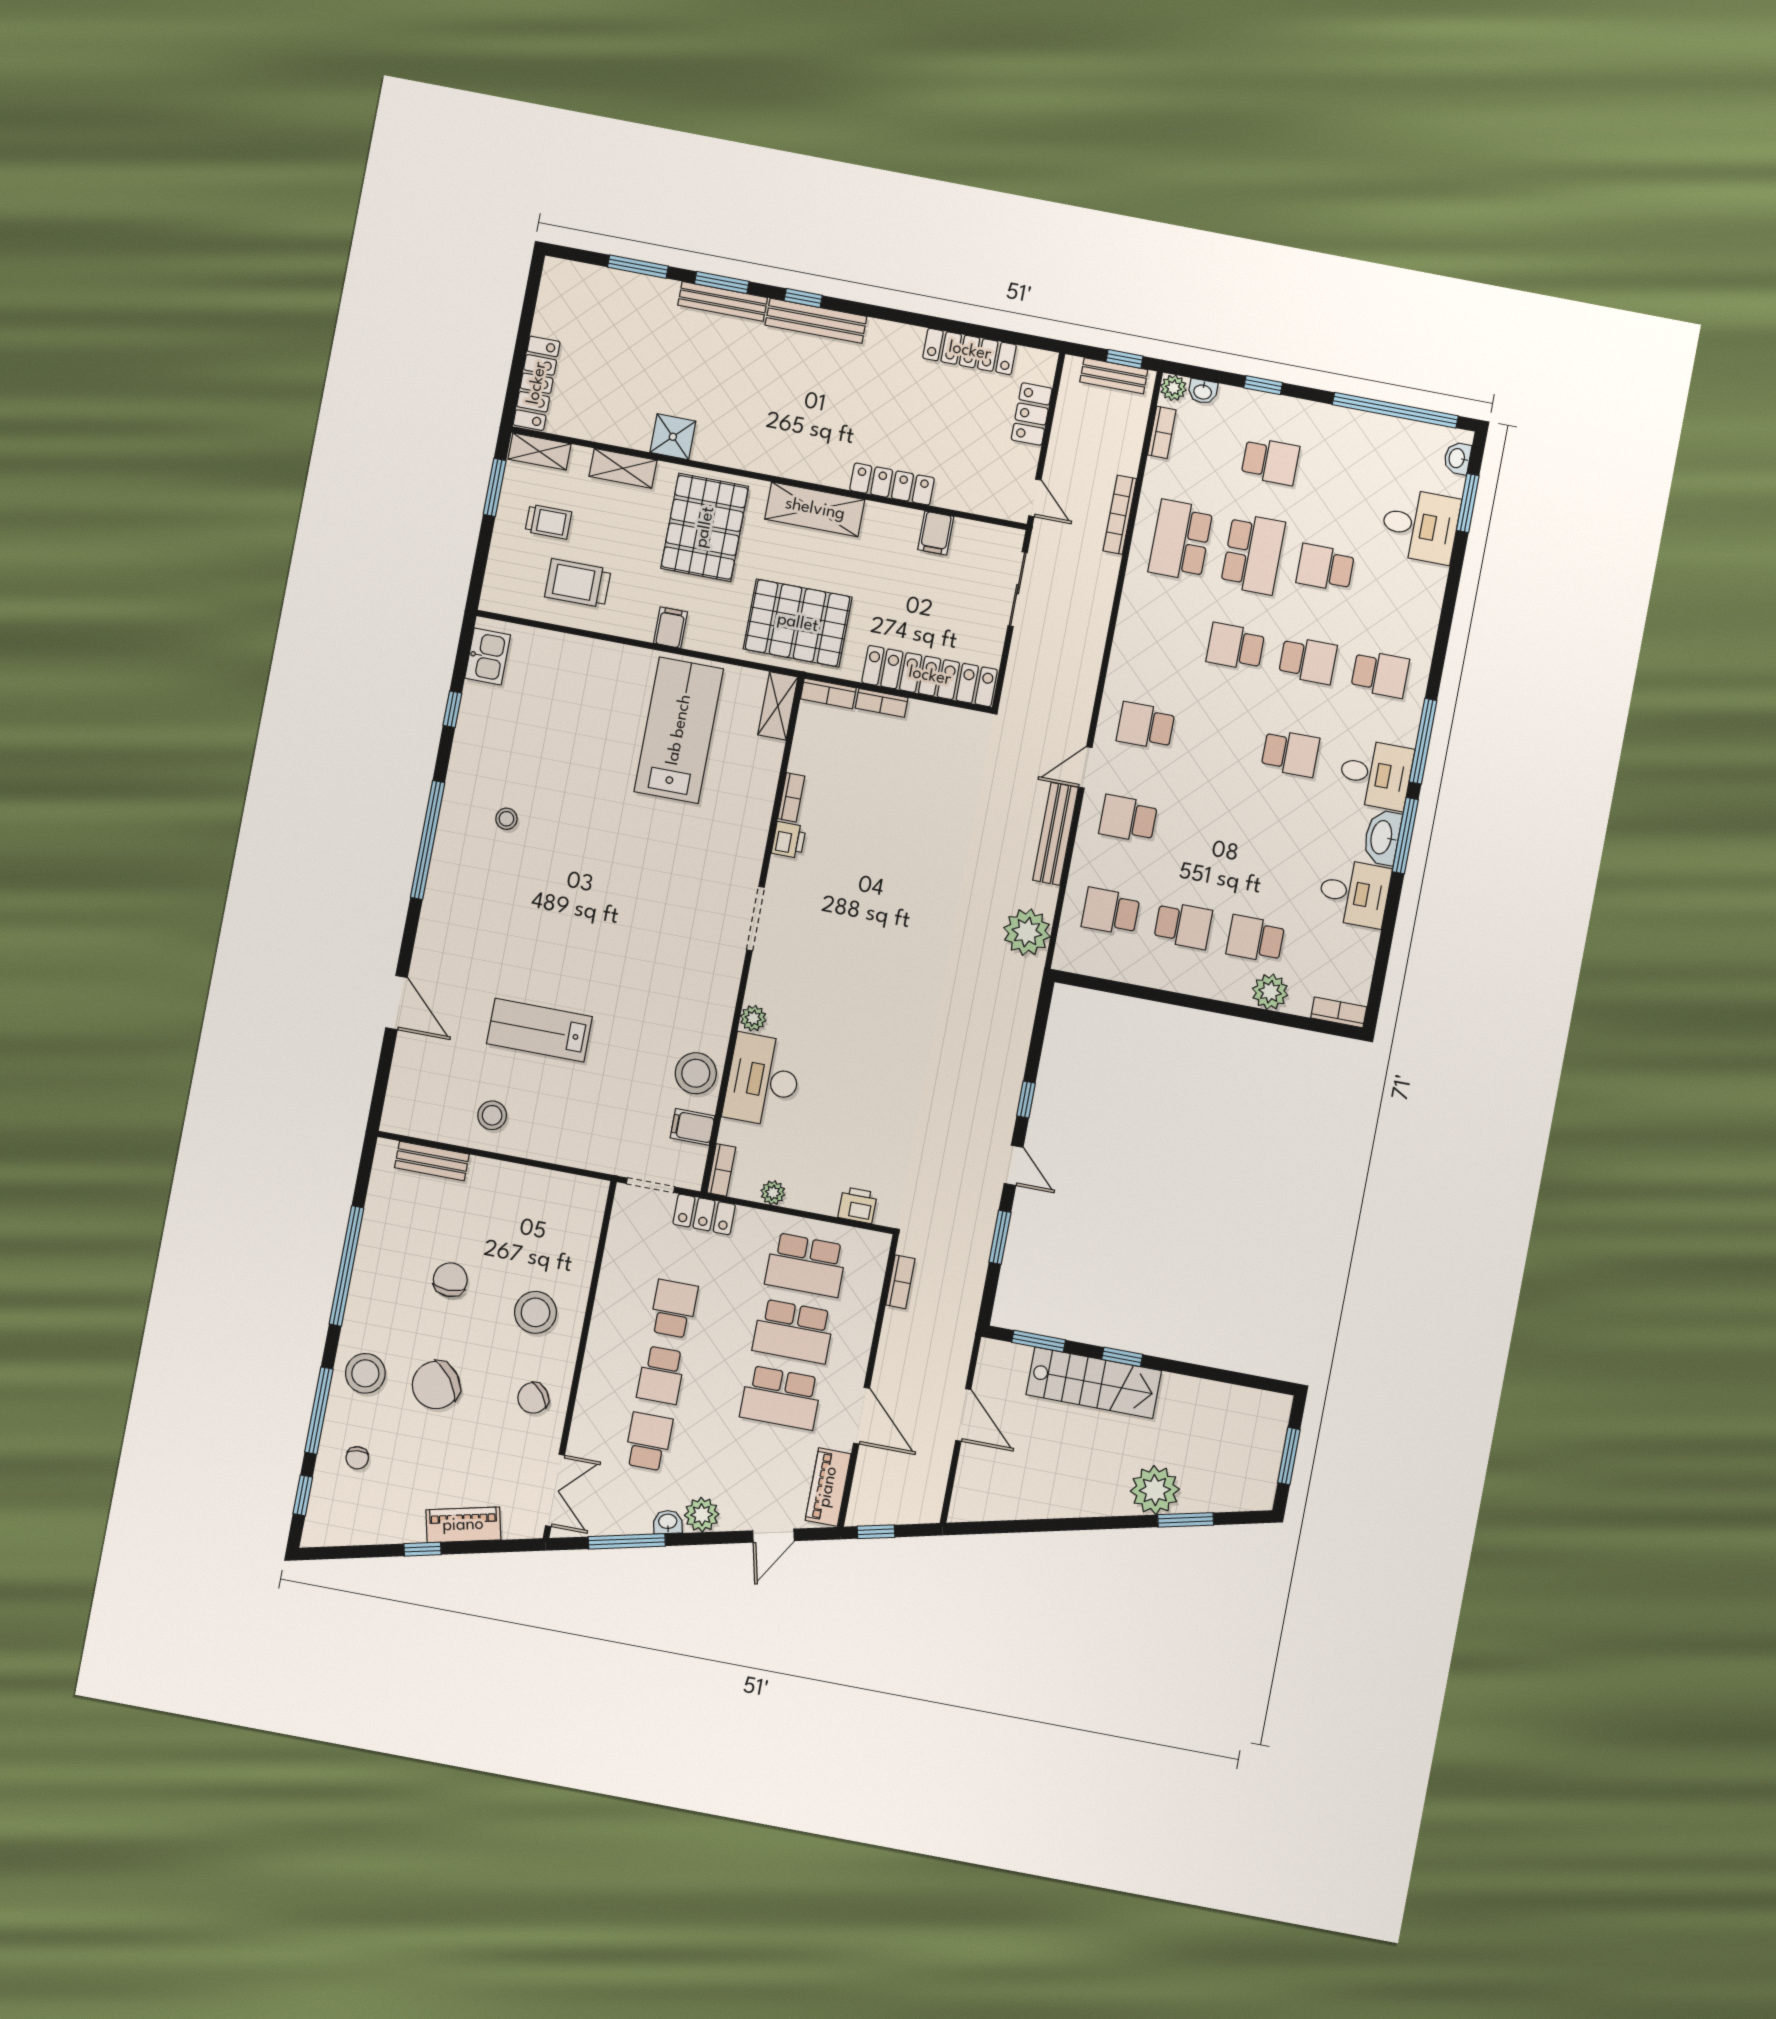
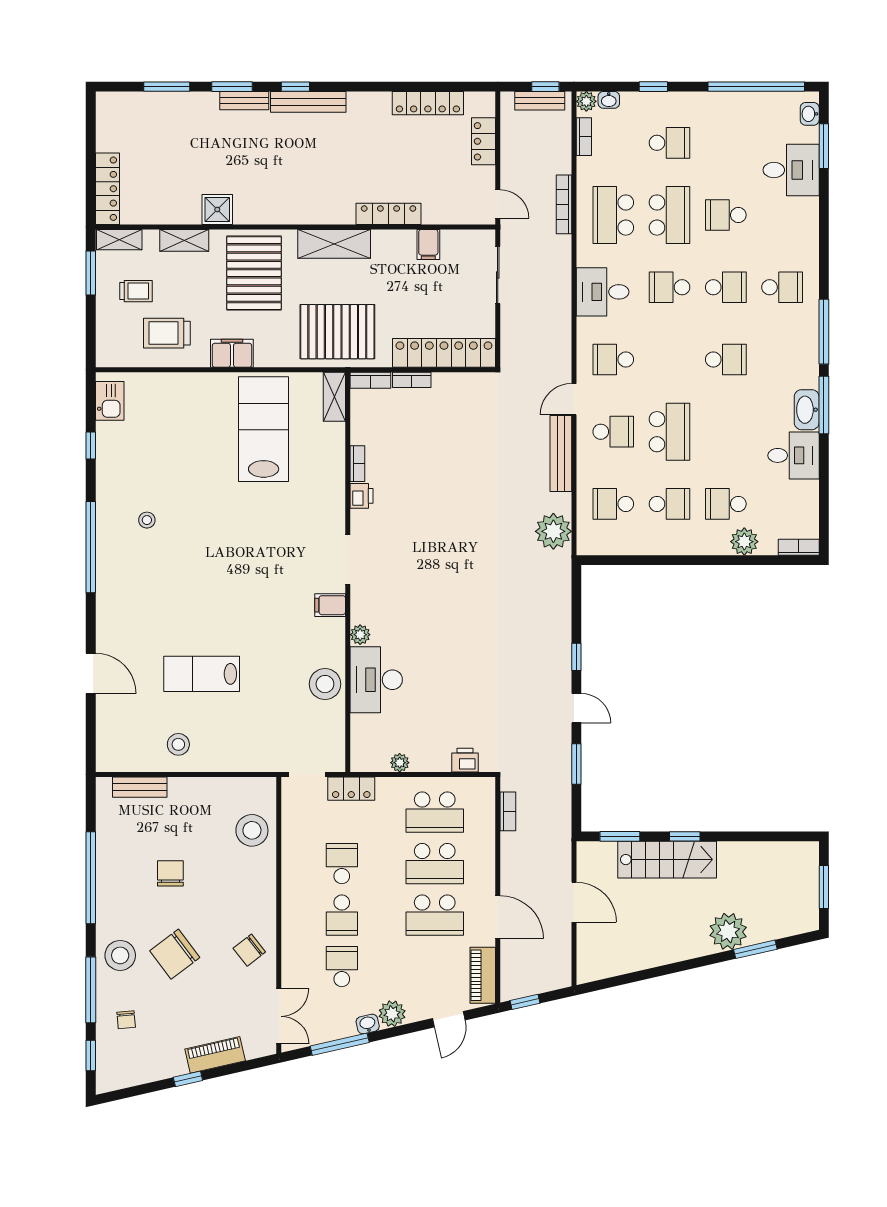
bench: (723, 301) -> (244, 101), width x0.73
filing cabinet: (670, 628) -> (232, 353), width x2.00
desk: (1376, 774) -> (603, 292), moved, turned 180
school desk: (1128, 819) -> (613, 432), turned 180
school desk: (1201, 832) -> (670, 432), added
filing cabinet: (692, 1127) -> (330, 605), moved
bookcase: (721, 1170) -> (358, 753), removed
stool: (535, 1312) -> (252, 830), moved

